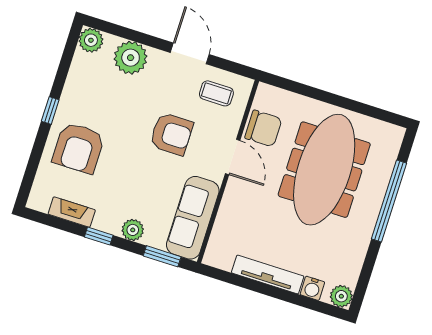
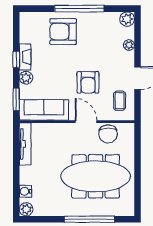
plant: (131, 58) -> (129, 45), width x0.53, depth x0.53
window: (50, 110) -> (79, 9), width x3.17
door: (233, 157) -> (86, 122), swing flipped
fireplace: (72, 212) -> (25, 57), moved
tv unit: (268, 274) -> (25, 144), moved

